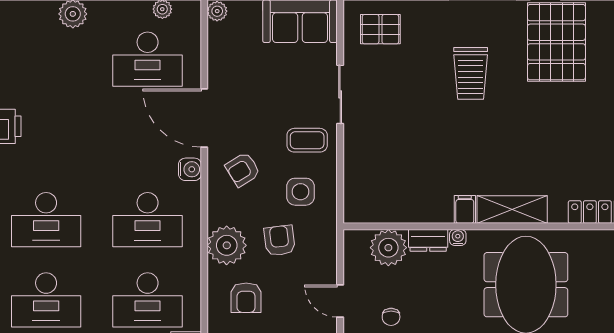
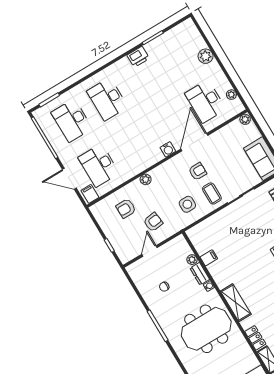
armchair: (243, 169) -> (198, 171), moved, turned 122
filing cabinet: (465, 209) -> (209, 258), moved
desk: (148, 220) -> (134, 144), removed
armchair: (280, 241) -> (153, 222), moved
plant: (227, 245) -> (146, 179), width x0.53, depth x0.53
plant: (388, 248) -> (192, 260), width x0.53, depth x0.53
chair: (391, 317) -> (164, 287), moved

